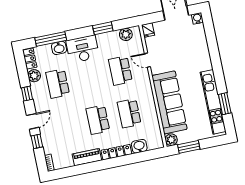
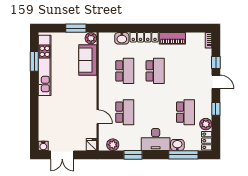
sofa: (170, 102) -> (88, 60), width x0.54, depth x0.79
door: (33, 121) -> (216, 82), swing flipped

